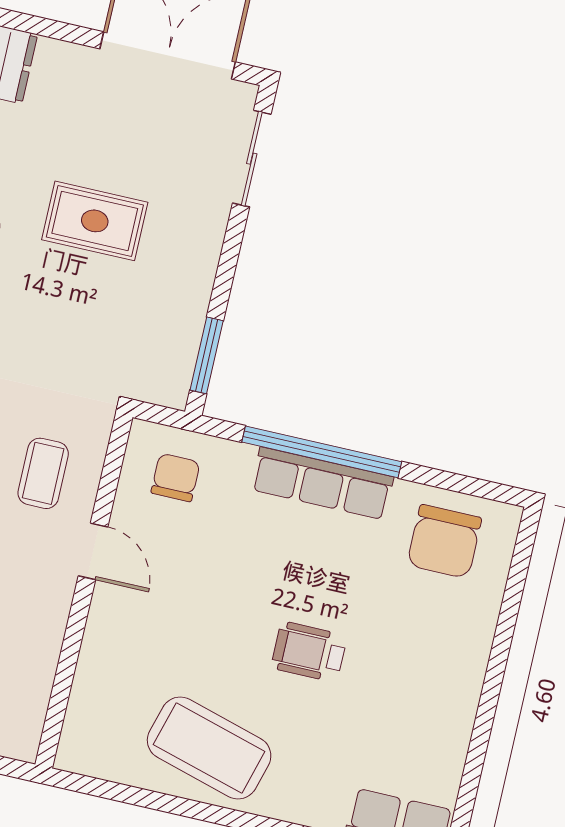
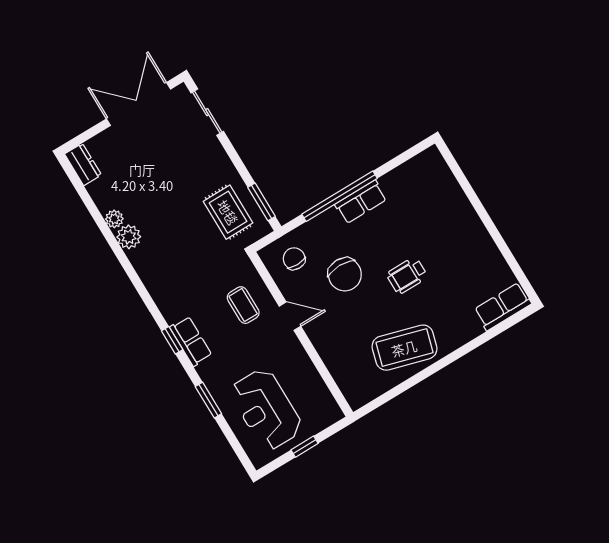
rug: (95, 221) -> (228, 212), moved, turned 90
row of seats: (322, 483) -> (361, 202), width x0.68
chair: (444, 541) -> (345, 274), moved

